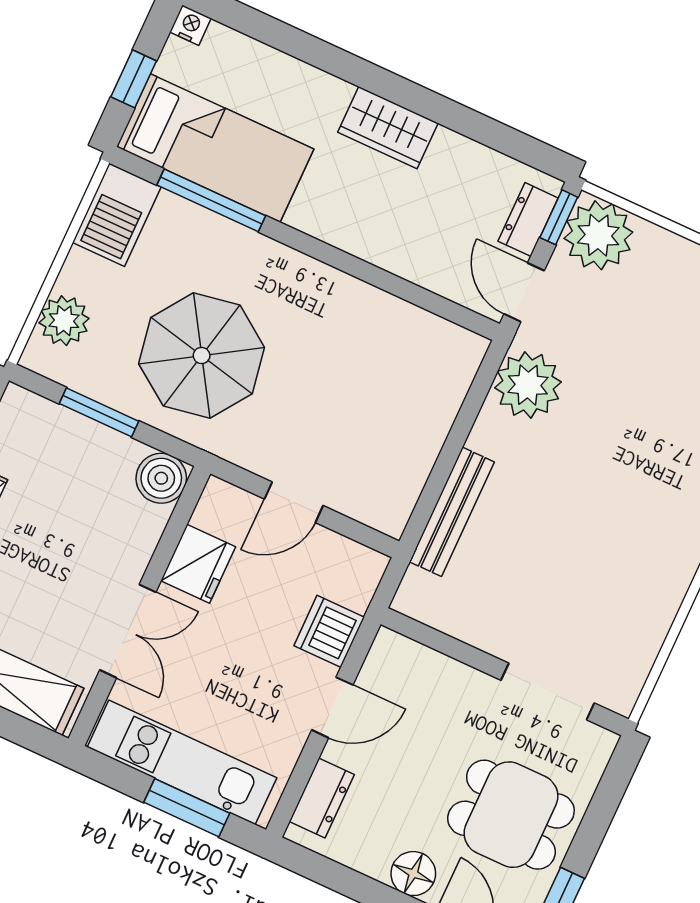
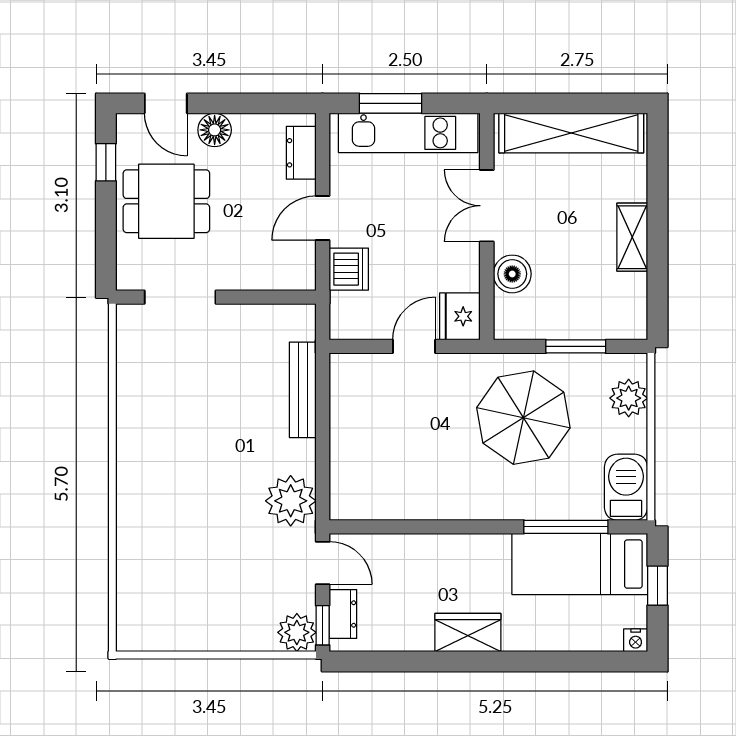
plant: (598, 235) -> (297, 632), width x0.73, depth x0.73
boiler: (161, 478) -> (512, 274), moved
fridge: (198, 564) -> (460, 316), moved

